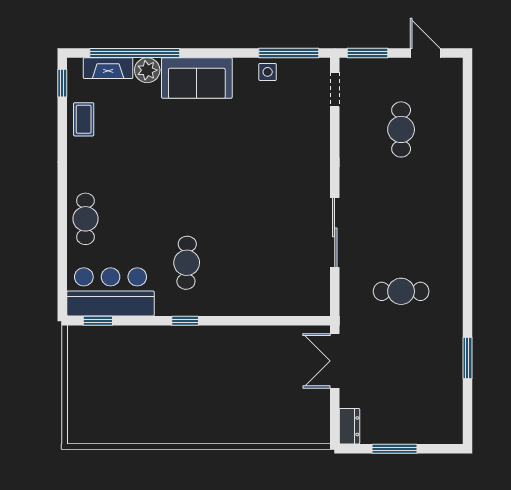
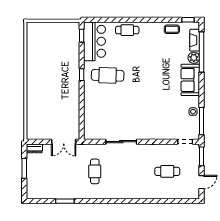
cafe table: (187, 263) -> (108, 75), width x1.37, depth x1.35
double door: (335, 361) -> (64, 142), swing flipped

